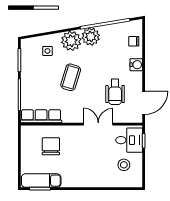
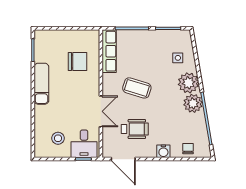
coffee table: (71, 77) -> (137, 88), moved
wheelchair: (115, 92) -> (135, 129), turned 180
exam couch: (41, 181) -> (41, 84), moved

